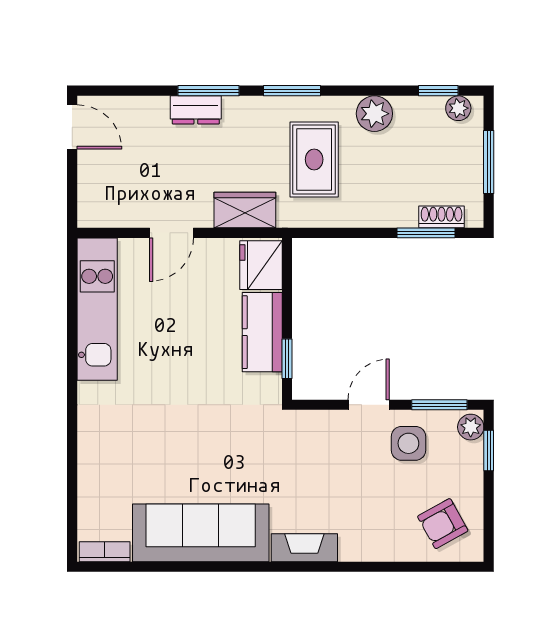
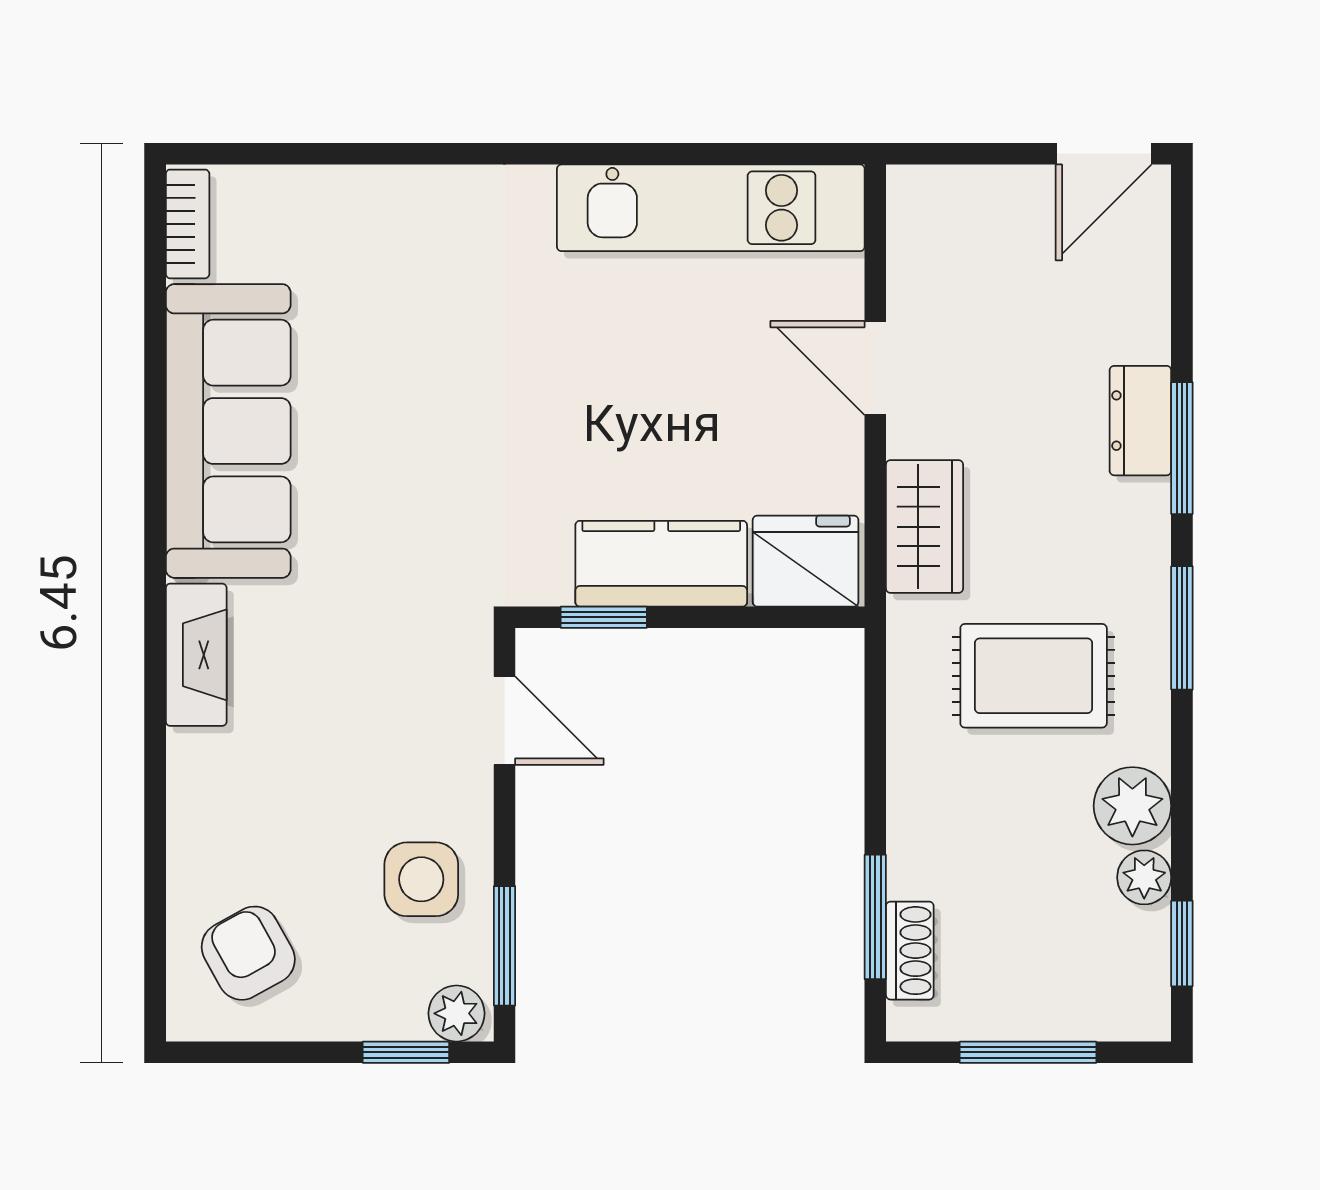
plant: (458, 108) -> (1144, 877), moved
door: (369, 405) -> (504, 721), moved

